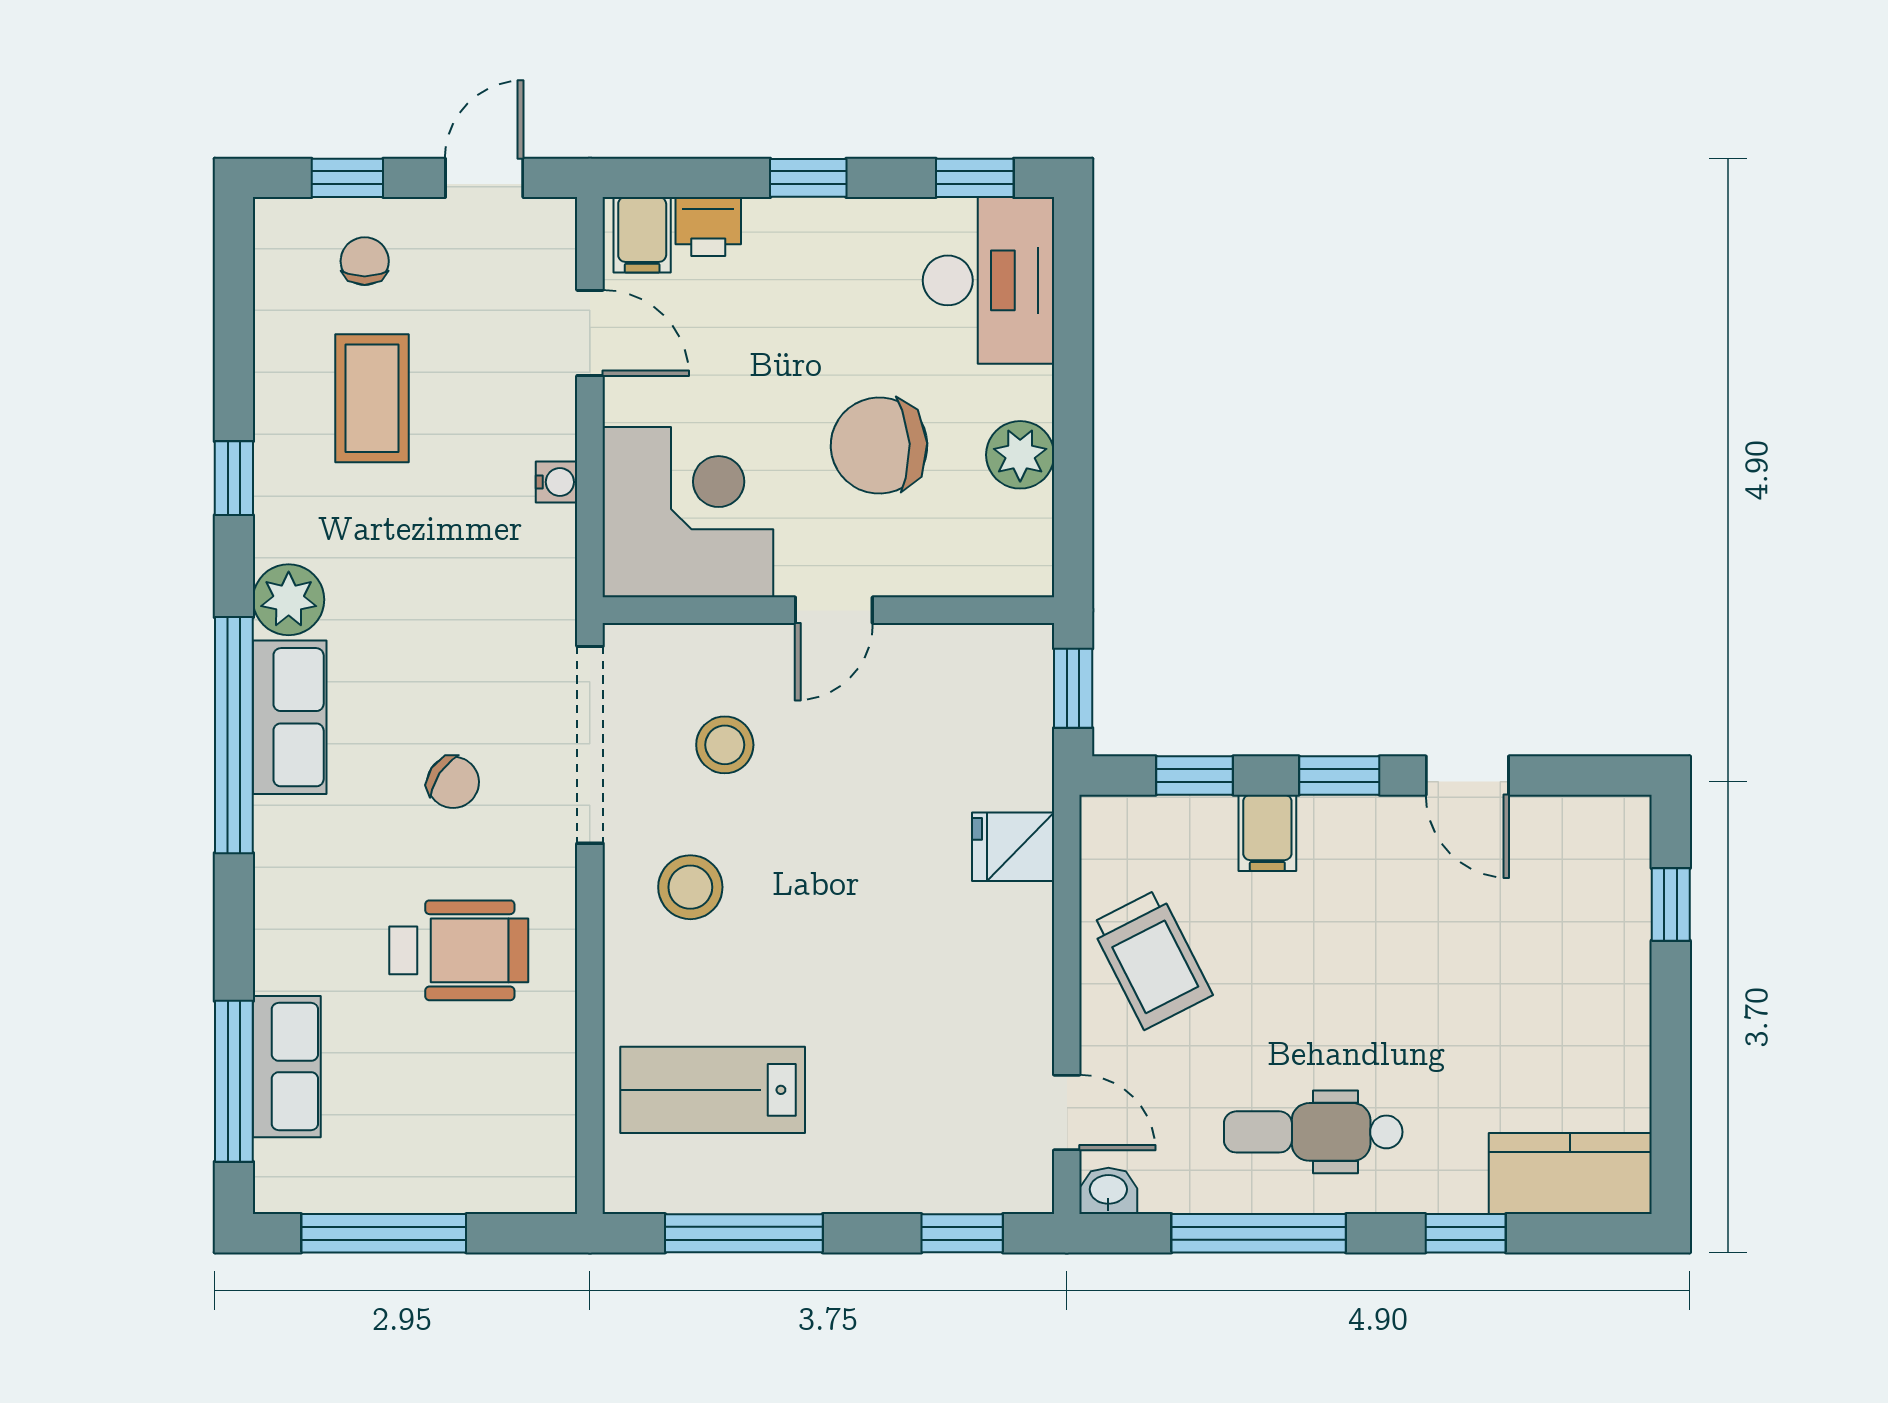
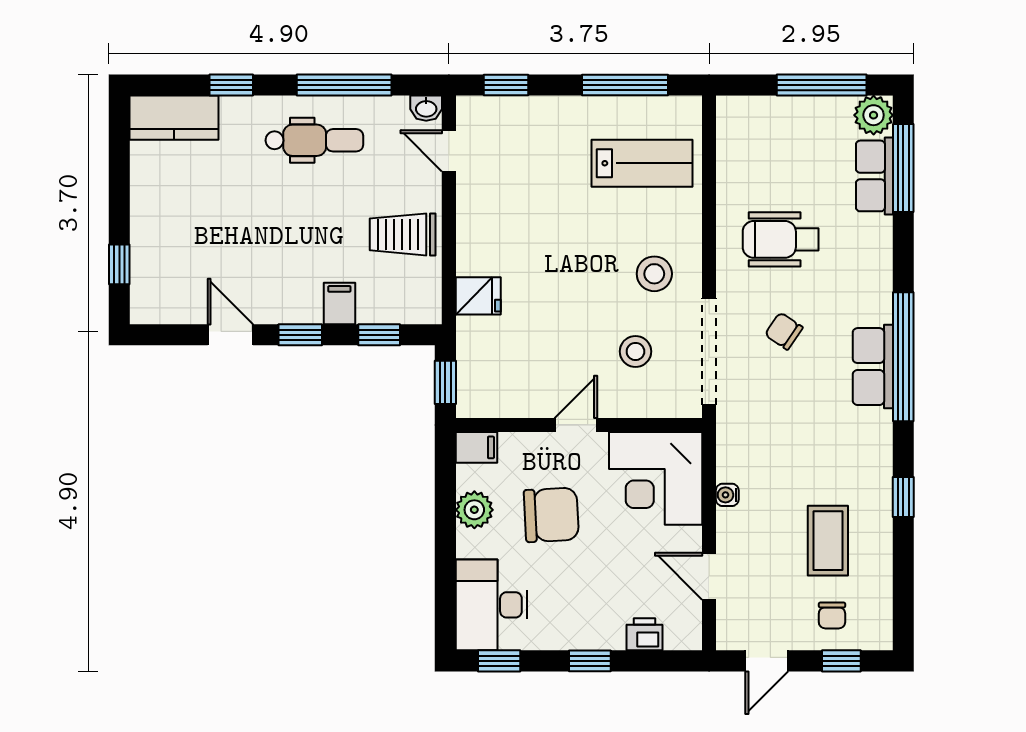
filing cabinet: (642, 235) -> (476, 447), moved, turned 90
plant: (289, 600) -> (874, 115), moved
trolley: (1151, 959) -> (403, 234), turned -63

